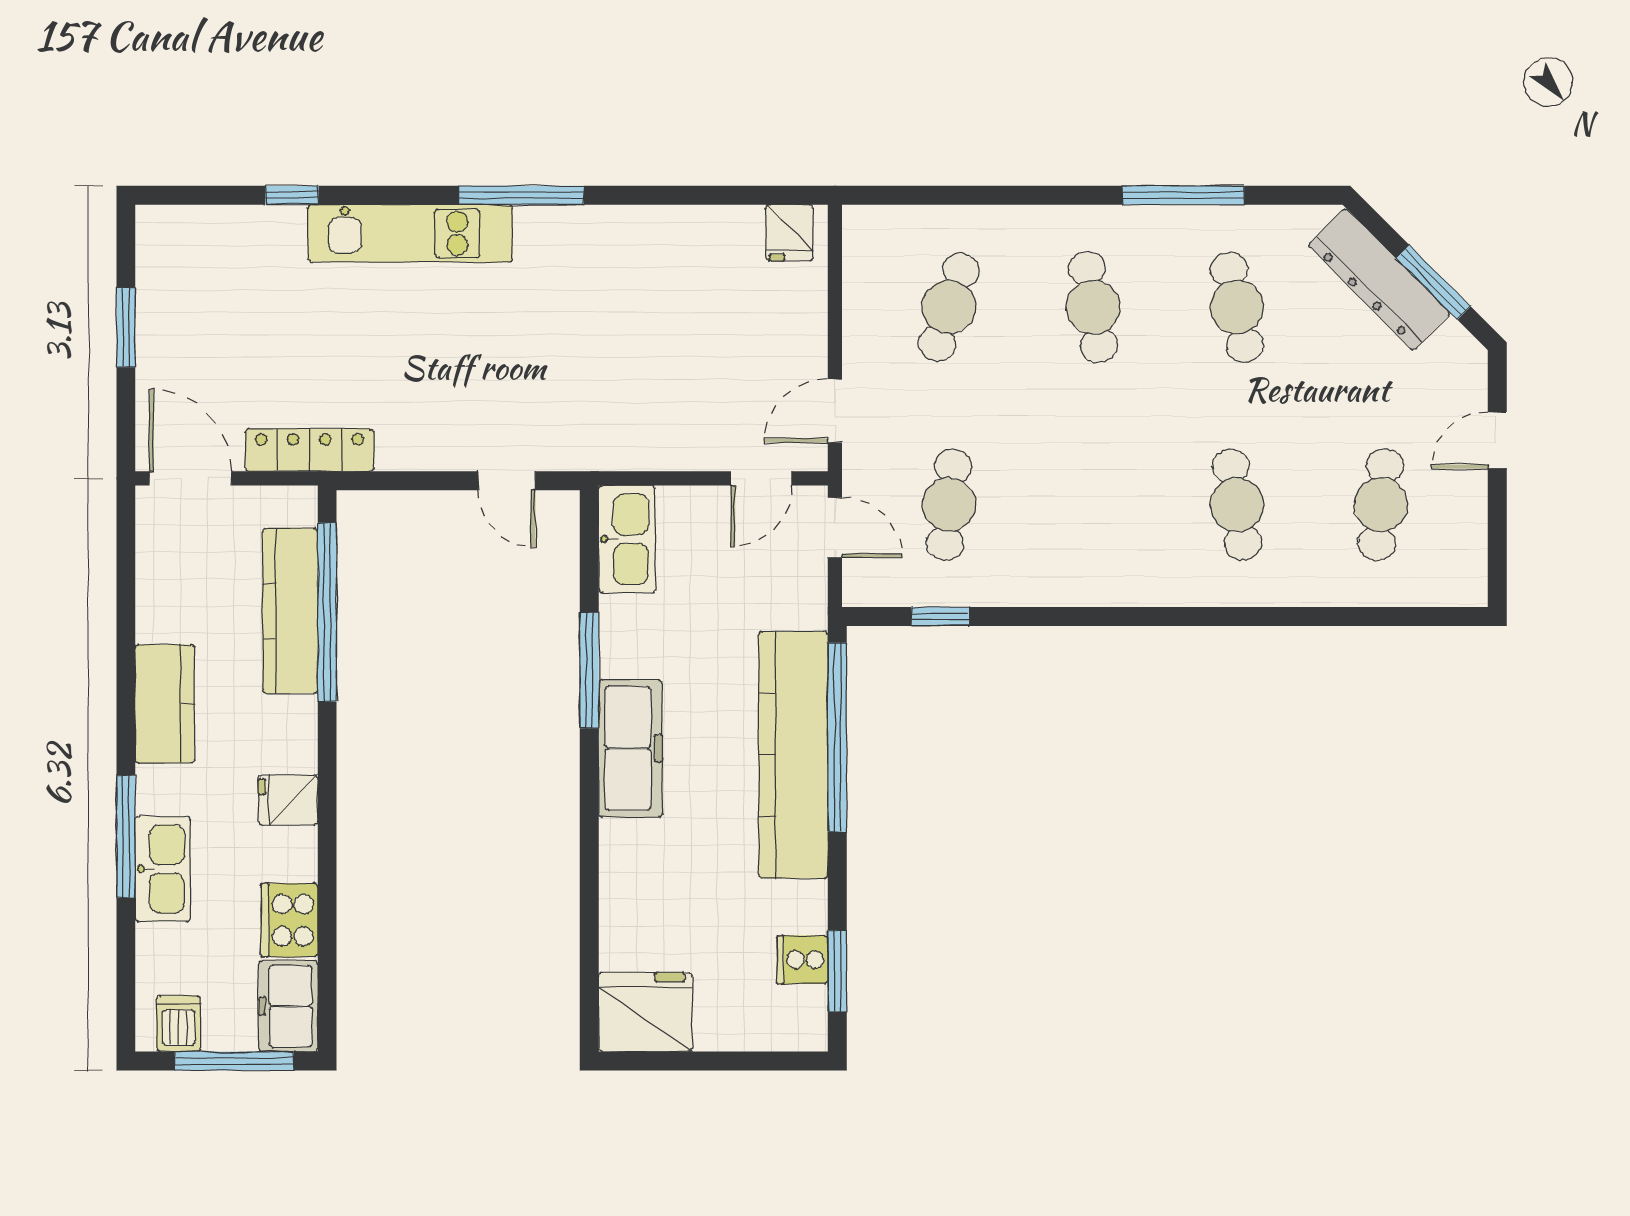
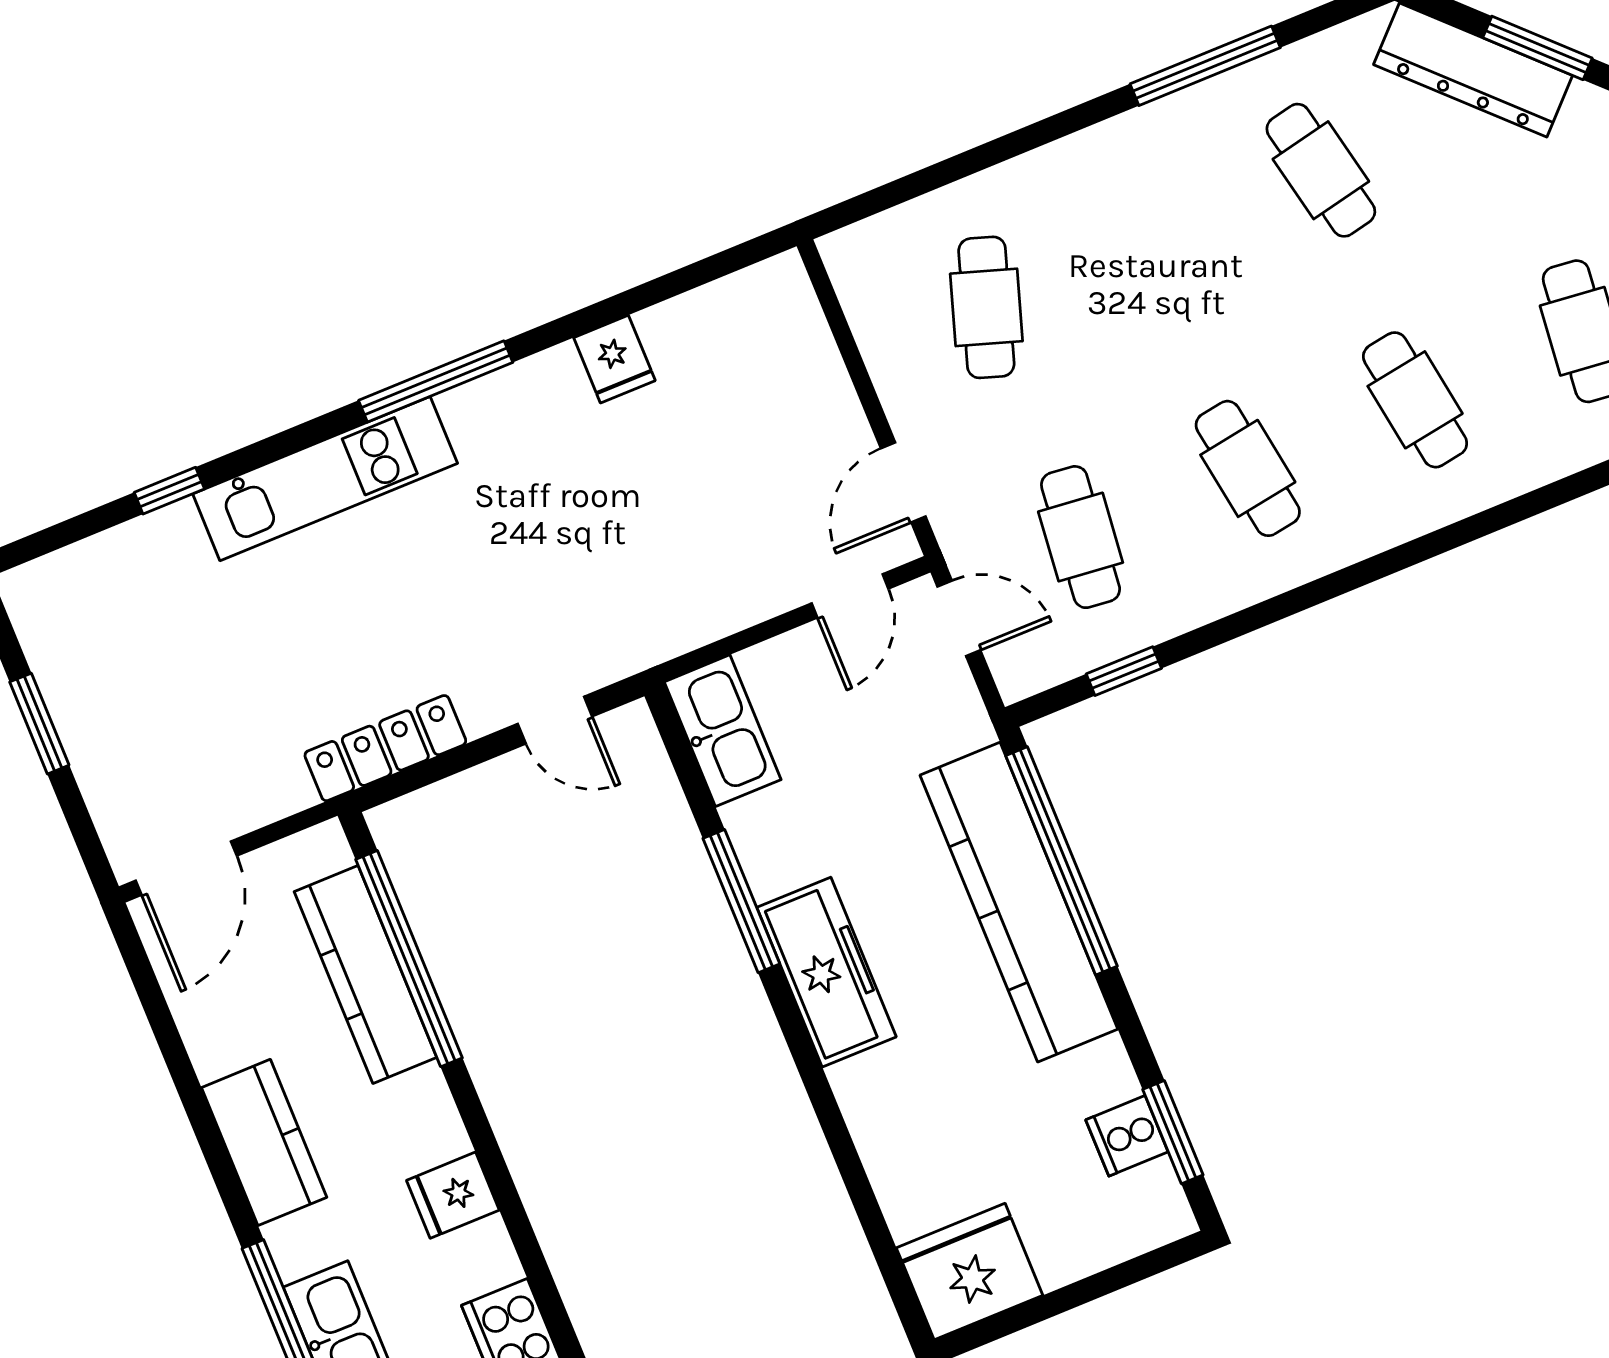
fridge: (789, 233) -> (614, 359), moved
cafe table: (1093, 307) -> (1248, 468), moved
locker: (309, 450) -> (385, 748), moved
door: (190, 478) -> (186, 868), swing flipped

